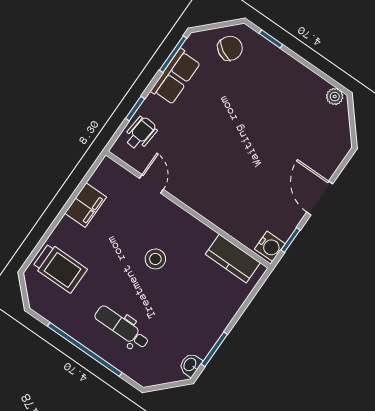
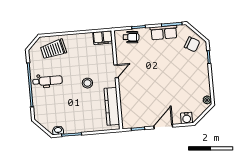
door: (151, 184) -> (116, 71), moved
filing cabinet: (86, 205) -> (103, 38), moved
water cooler: (270, 246) -> (187, 118), moved
kitchen counter: (233, 259) -> (112, 106), width x1.50
trolley: (60, 268) -> (53, 49), turned 76
dental chair: (122, 327) -> (47, 81), moved, turned 90

